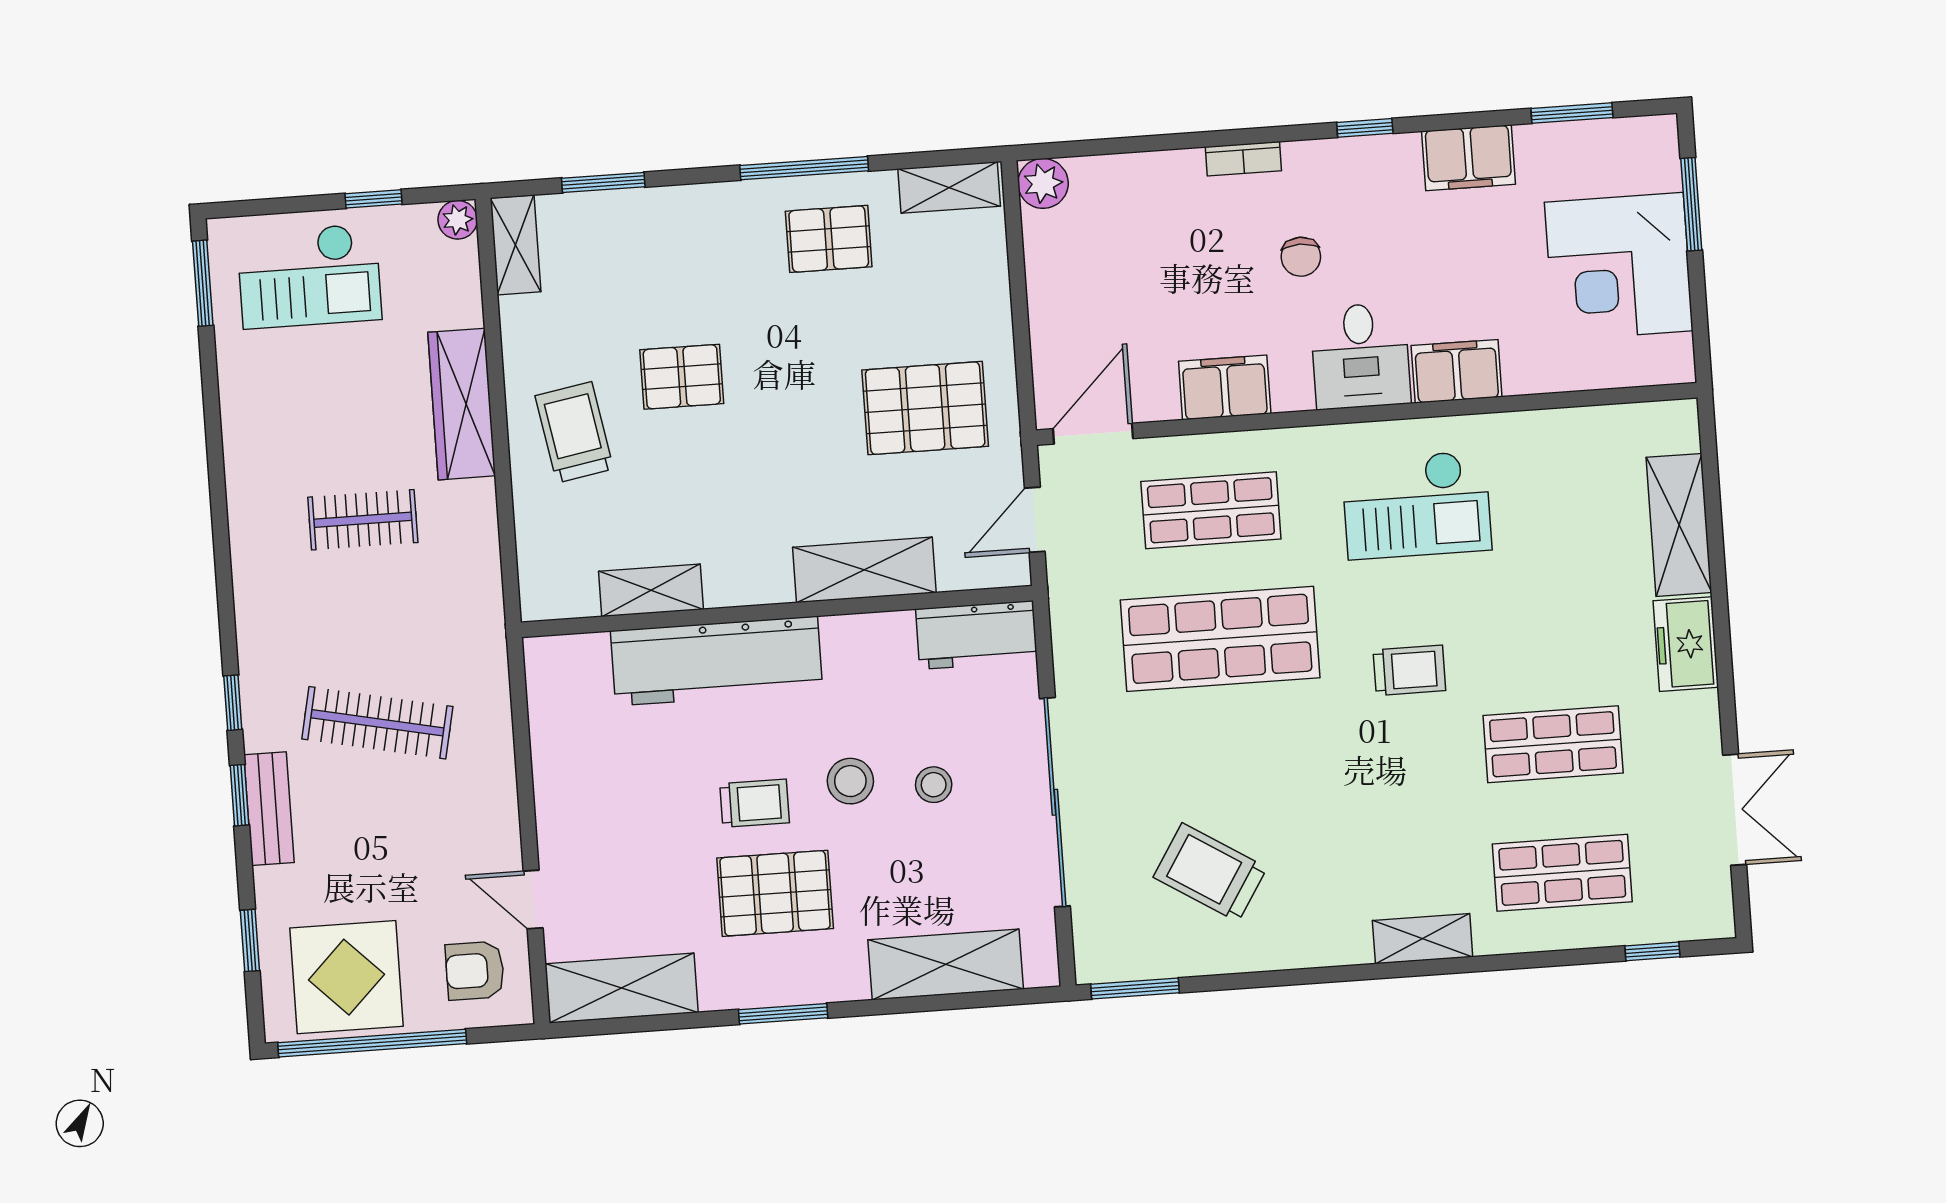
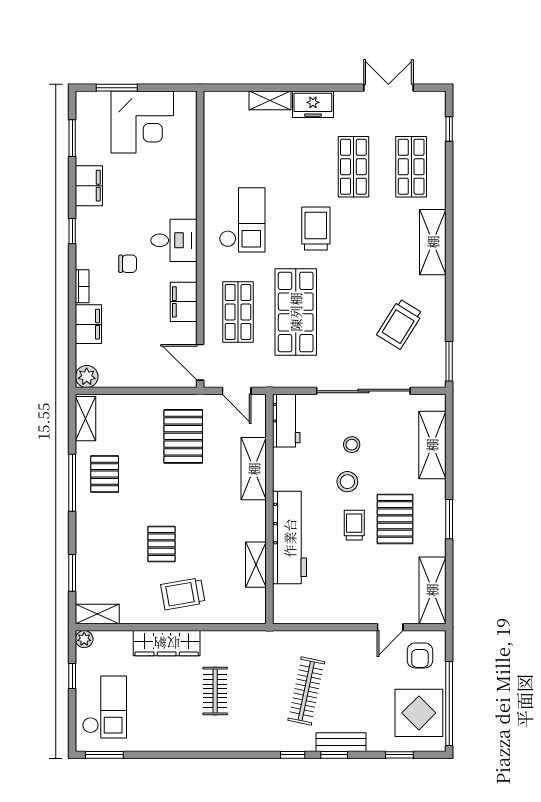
filing cabinet: (1457, 371) -> (88, 324), moved, turned 180
shelving: (1679, 525) -> (270, 100), width x0.67, depth x0.75
trolley: (1409, 670) -> (316, 229), width x1.36, depth x1.39
shelving: (1423, 939) -> (433, 242), width x1.50, depth x1.33

